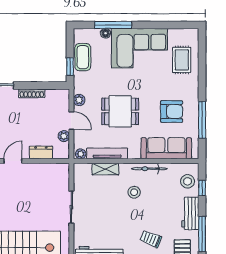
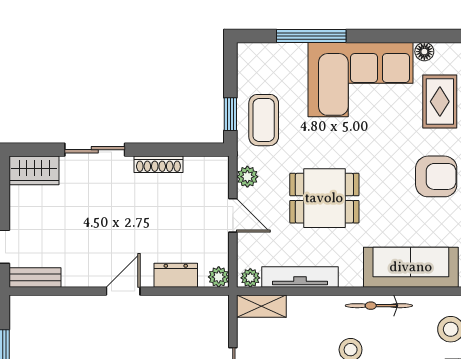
floor lamp: (106, 33) -> (424, 52), moved
coffee table: (83, 57) -> (264, 120), moved
armchair: (172, 111) -> (436, 176), moved
plant: (64, 136) -> (219, 277), moved
shelving: (105, 169) -> (261, 306), moved

